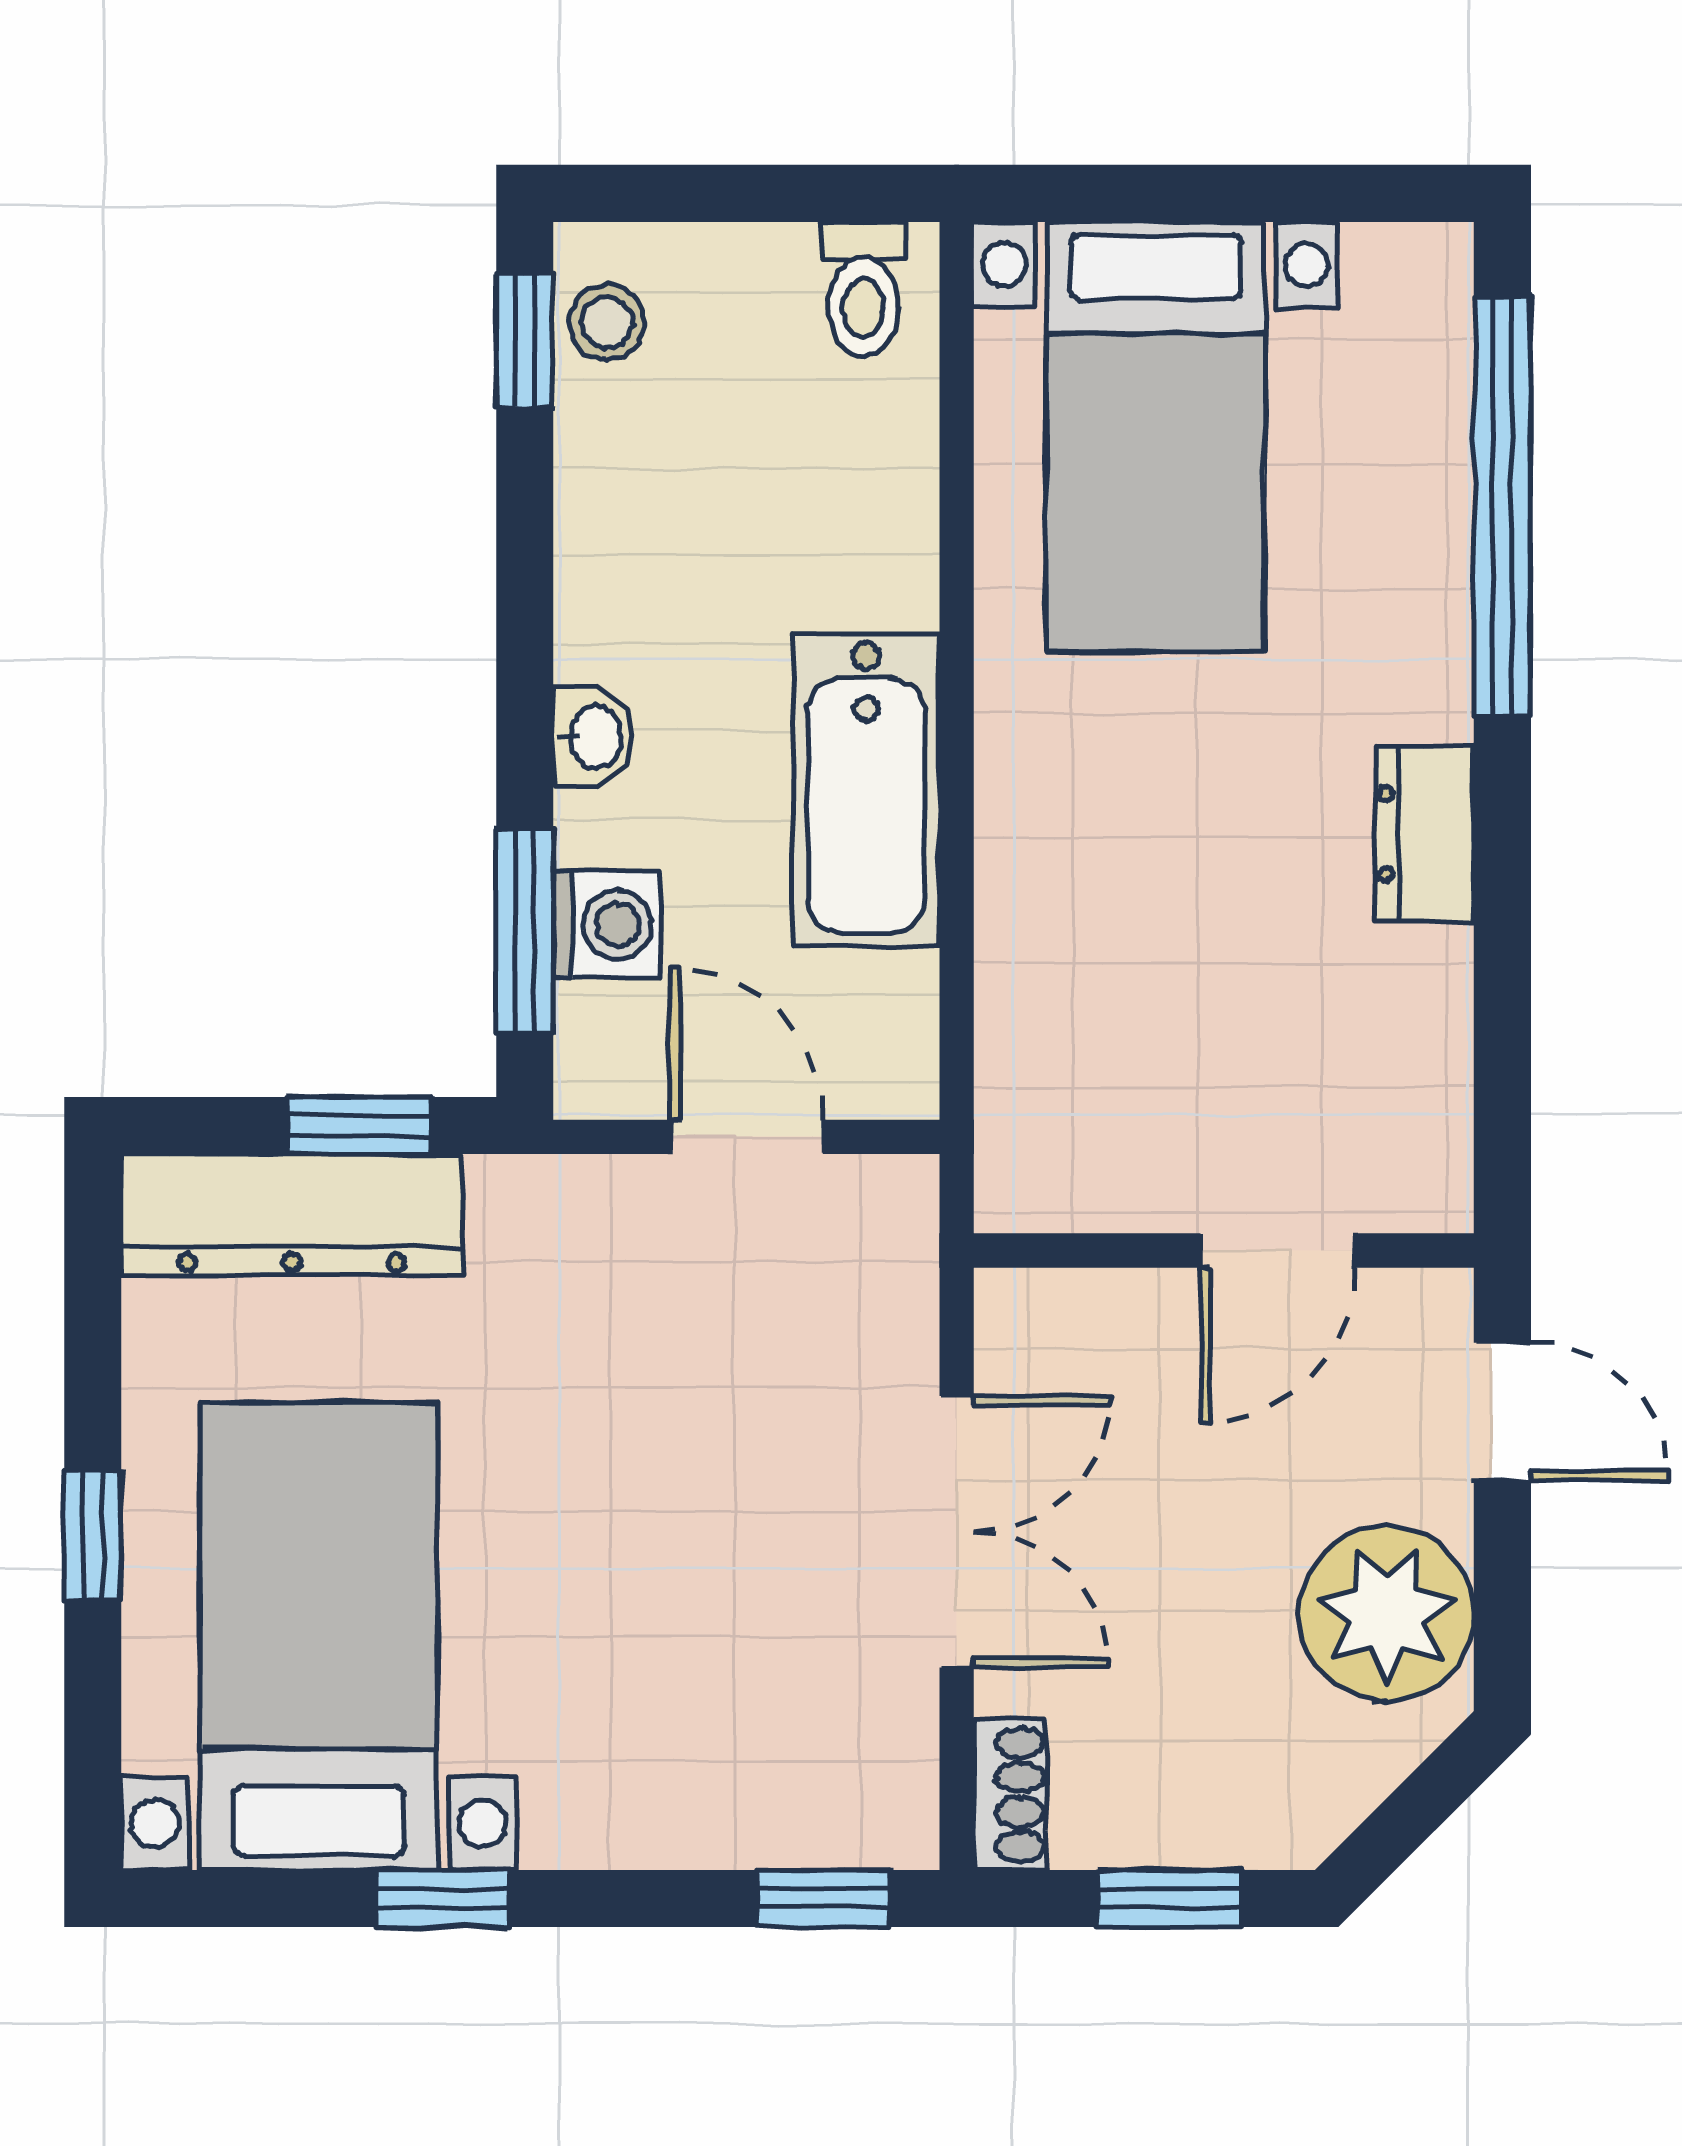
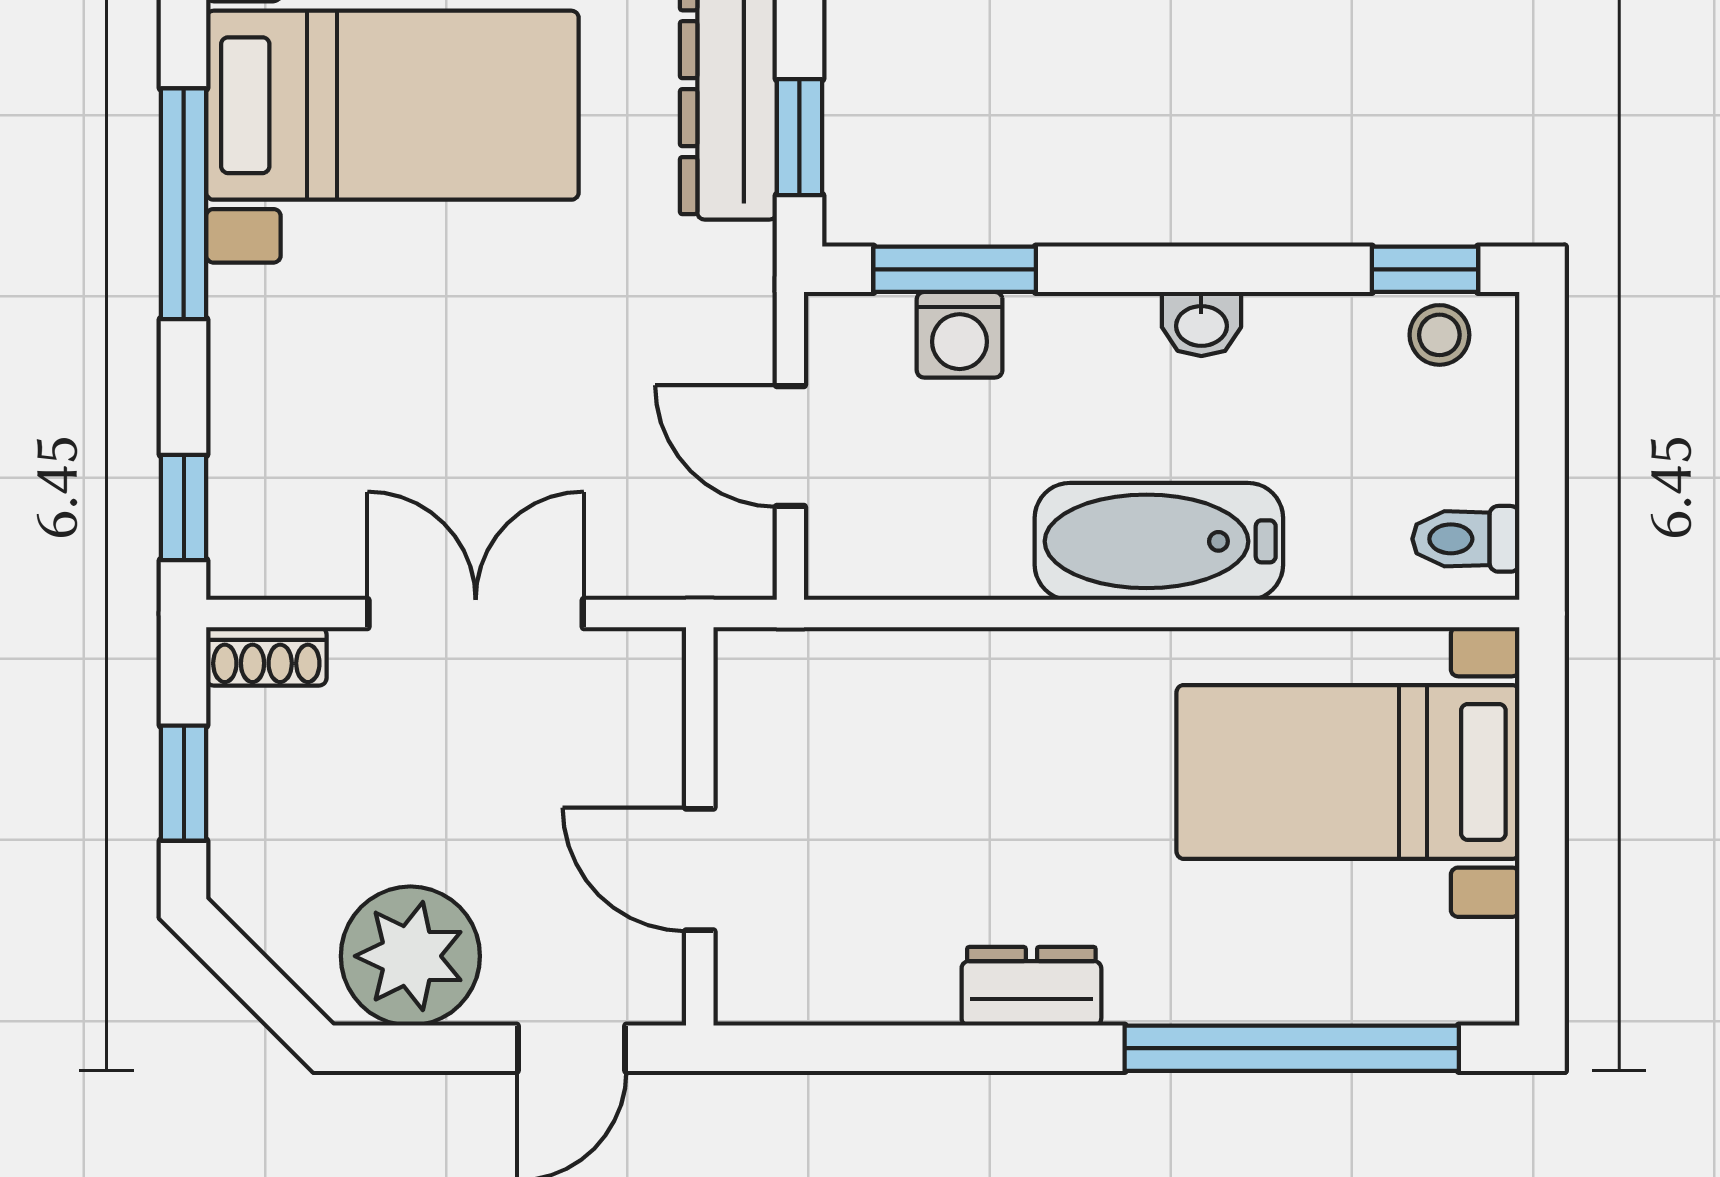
washbasin: (593, 737) -> (1201, 324), moved
bathtub: (866, 790) -> (1159, 541), moved
door: (747, 1137) -> (790, 446), swing flipped
double door: (957, 1532) -> (476, 613), swing flipped
window: (442, 1898) -> (184, 204), width x2.17

